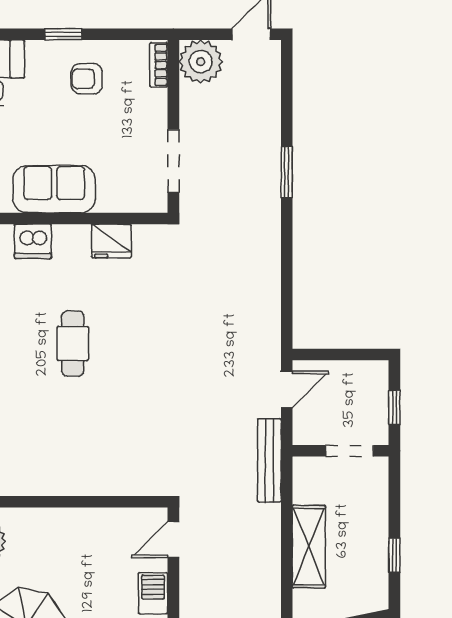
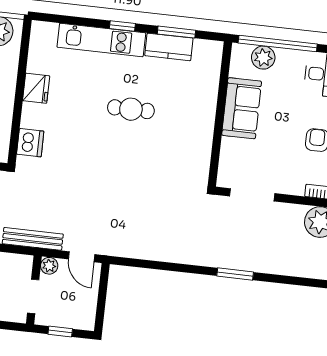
dishwasher: (33, 241) -> (30, 143), moved, turned 180
fridge: (111, 241) -> (36, 88), moved, turned 180
plant: (304, 433) -> (49, 266), added

